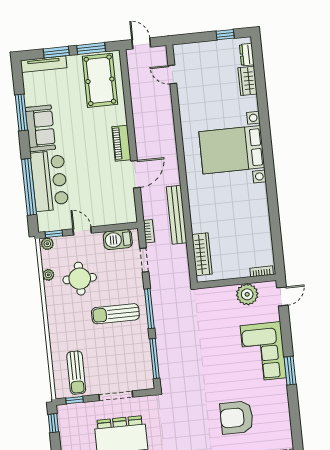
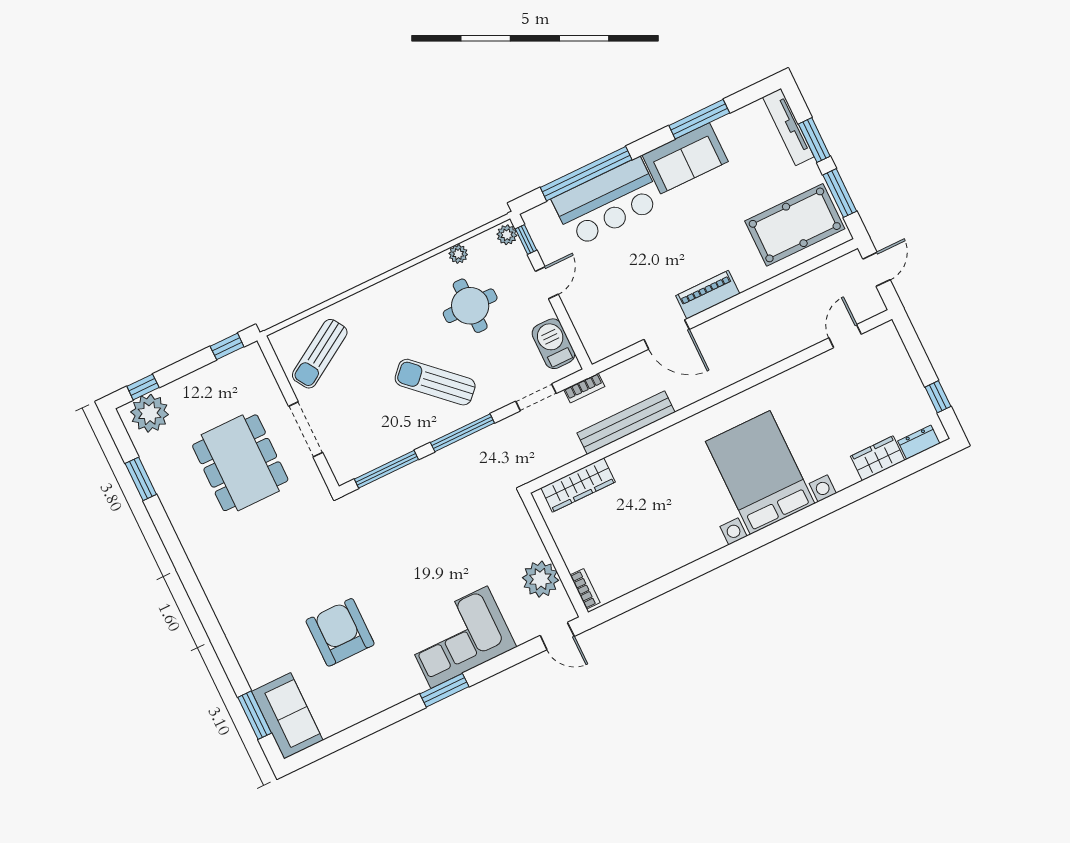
sun lounger: (115, 314) -> (435, 382), turned -47
sun lounger: (76, 373) -> (320, 354), turned -32
window: (75, 400) -> (275, 367), removed

